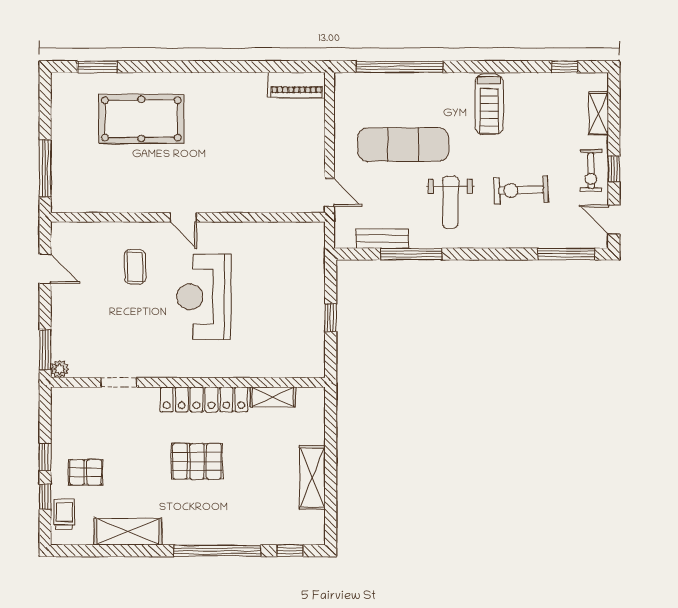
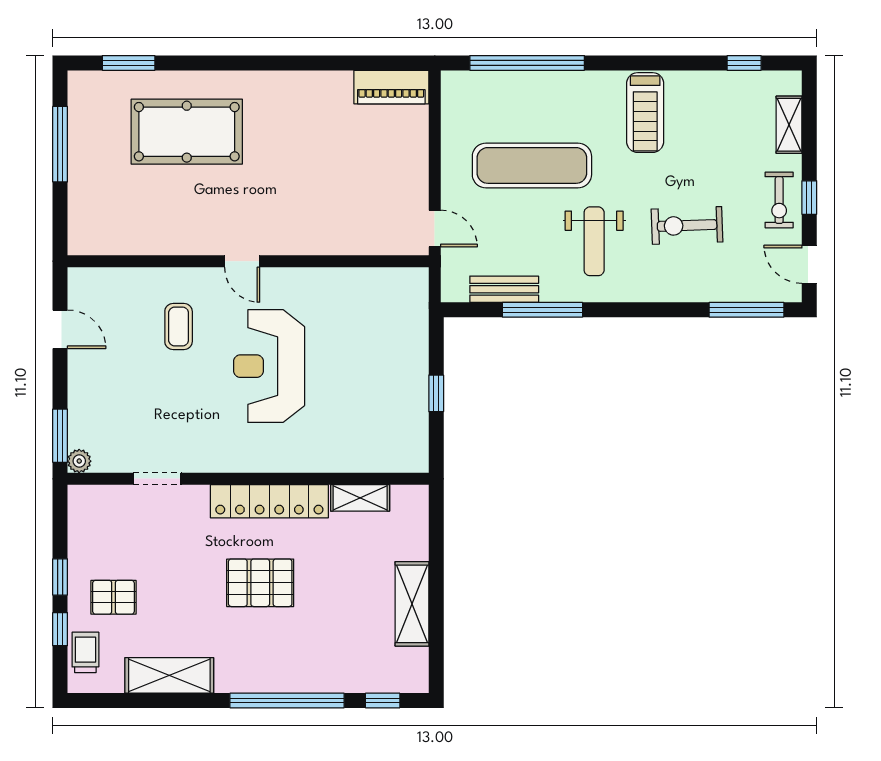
window: (45, 168) -> (60, 144), moved

